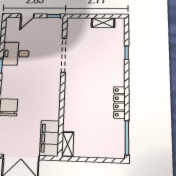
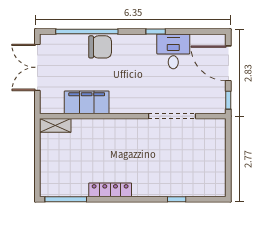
door: (27, 16) -> (228, 63), width x1.88
shelving: (103, 23) -> (219, 168), removed
filing cabinet: (50, 138) -> (87, 102), moved

